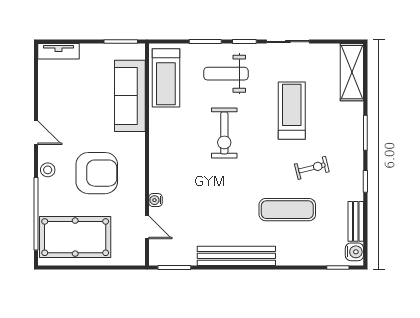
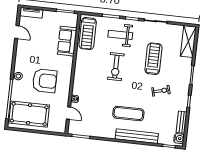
sofa: (130, 96) -> (67, 41), width x0.73
door: (36, 133) -> (17, 32), moved
exercise mat: (287, 210) -> (128, 114), moved
bench: (236, 256) -> (137, 136), moved

